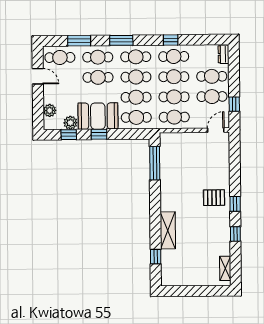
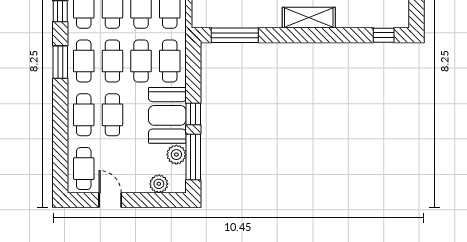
window: (121, 40) -> (60, 62), moved
window: (79, 41) -> (60, 141), removed
door: (38, 76) -> (110, 200), hinge flipped
window: (69, 135) -> (193, 157), width x2.17
shelving: (168, 230) -> (309, 18), moved
window: (156, 257) -> (384, 35), moved

